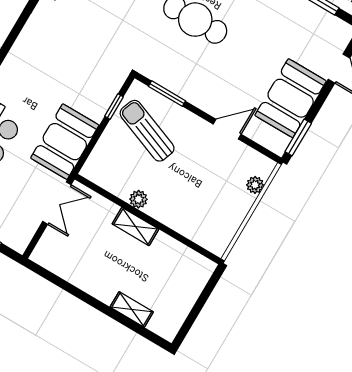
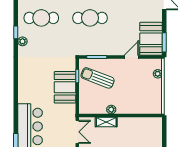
booth: (291, 98) -> (151, 39), moved
booth: (65, 142) -> (65, 87), moved
shelving: (135, 227) -> (106, 122), moved

